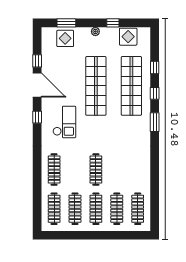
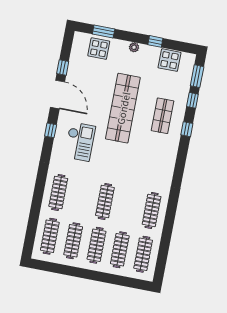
shop shelf: (131, 86) -> (163, 116), width x0.50, depth x0.74
window: (155, 122) -> (197, 76), moved
clothes rail: (138, 170) -> (152, 210), added

